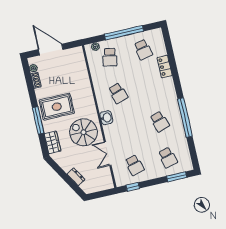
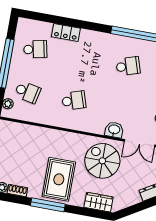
washbasin: (106, 118) -> (114, 130), moved
window: (38, 120) -> (48, 205), moved
spiral stairs: (83, 132) -> (102, 161), turned 90

